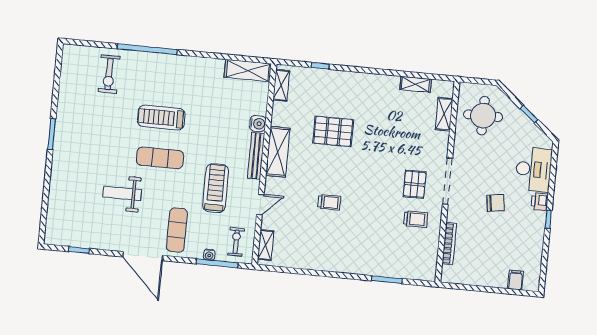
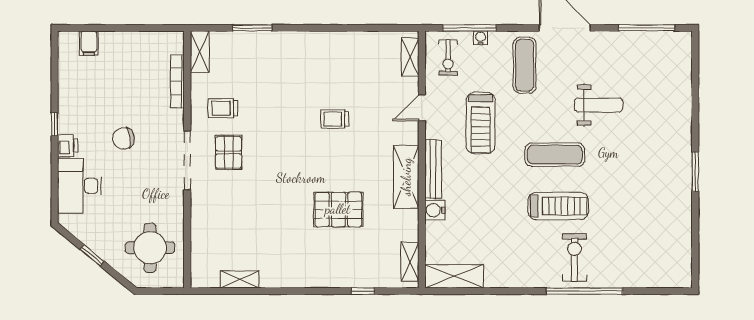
exercise bike: (109, 74) -> (574, 257), moved
shelving: (444, 114) -> (200, 52), moved
window: (79, 250) -> (647, 28), width x2.17

